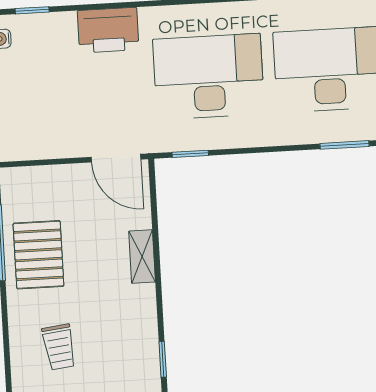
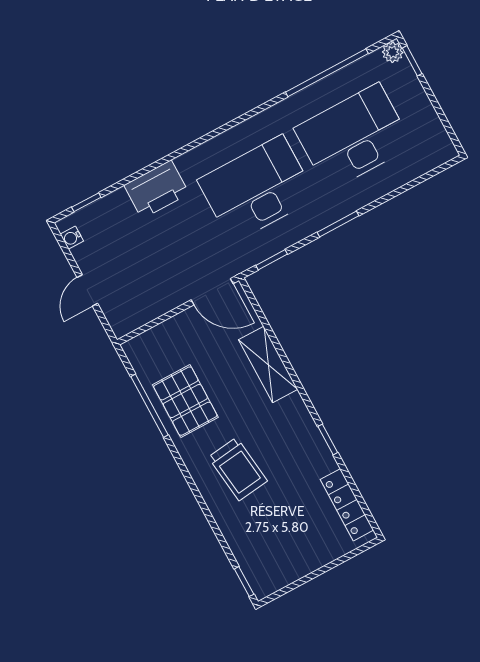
window: (344, 145) -> (338, 224), moved
shelving: (142, 257) -> (268, 364), width x1.50, depth x1.33
trolley: (59, 347) -> (238, 469), width x1.36, depth x1.39

